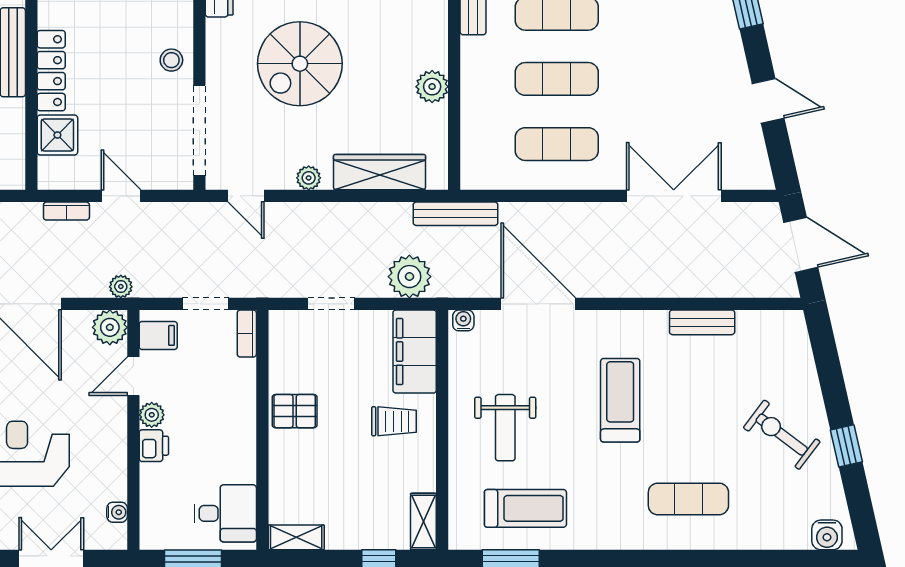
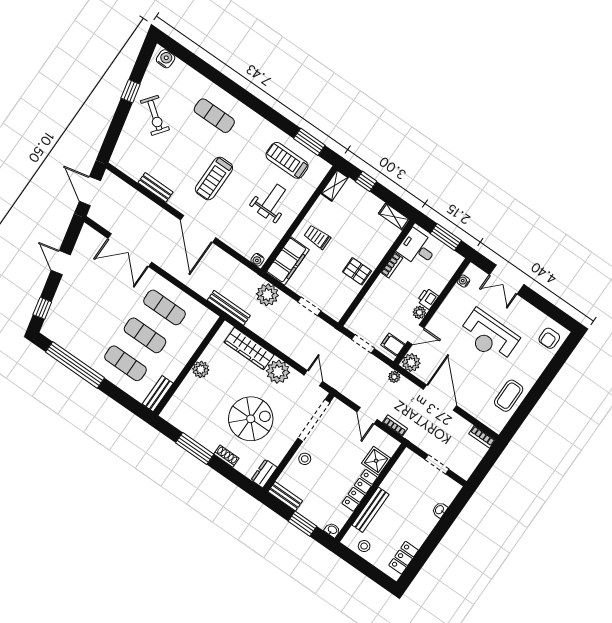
plant: (309, 178) -> (278, 372), width x1.87, depth x1.87
door: (538, 304) -> (198, 229), moved
bookcase: (247, 334) -> (392, 265), moved

